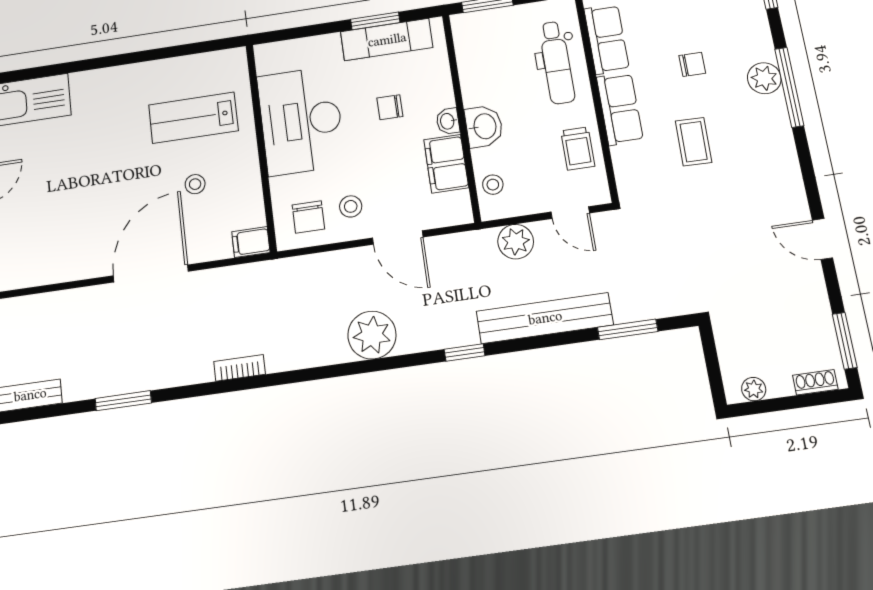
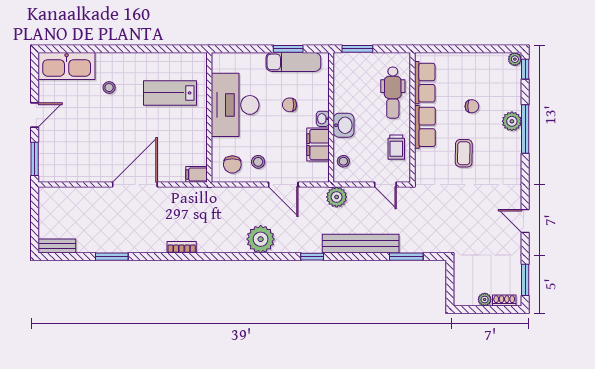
stool: (195, 184) -> (109, 88), moved
plant: (516, 242) -> (337, 197), moved
plant: (754, 389) -> (485, 300), moved

